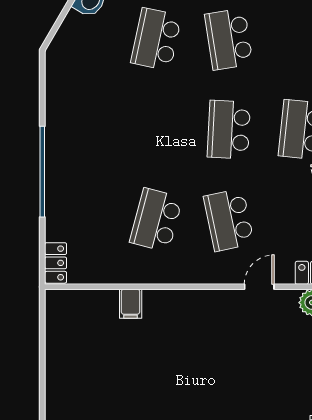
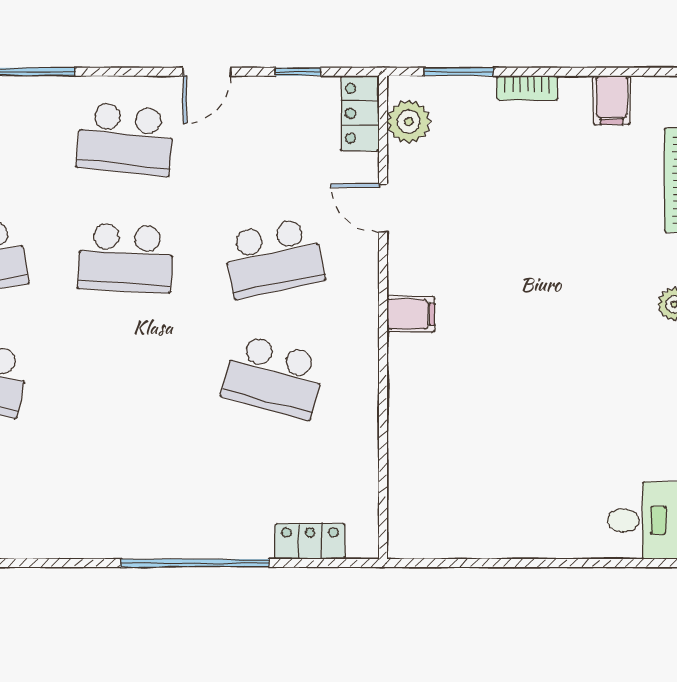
locker: (56, 263) -> (310, 541), moved
filing cabinet: (131, 304) -> (411, 314), moved

